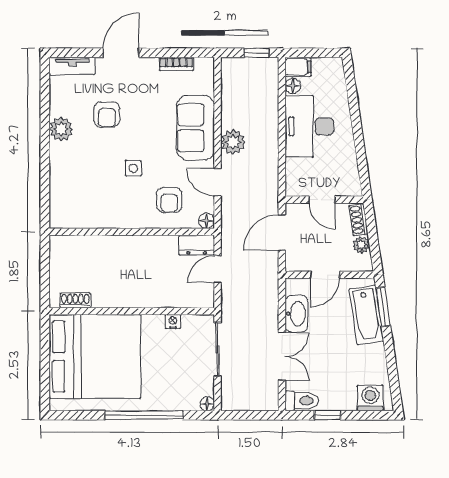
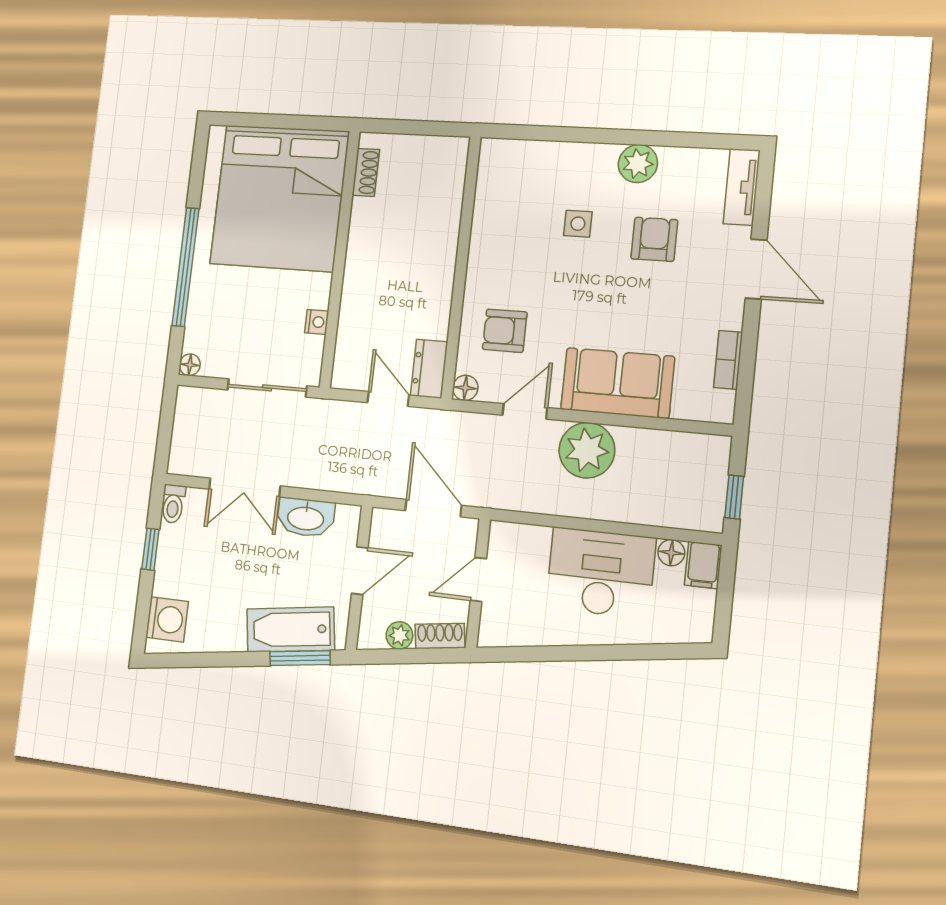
armchair: (107, 114) -> (654, 239), turned 90
plant: (233, 142) -> (587, 450), width x1.36, depth x1.36
side table: (133, 168) -> (578, 224), moved
door: (325, 275) -> (360, 571), swing flipped
toilet: (302, 401) -> (173, 504), width x0.73, depth x0.72

